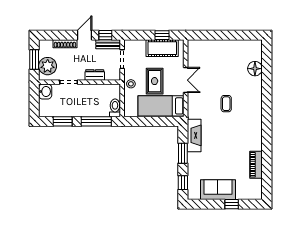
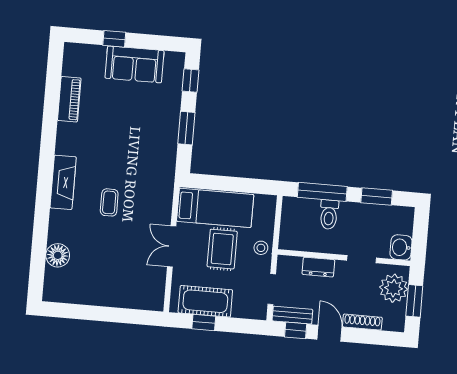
door: (84, 35) -> (329, 333), swing flipped
toilet: (115, 108) -> (329, 214), moved
fireplace: (194, 135) -> (63, 182), moved, turned 180

